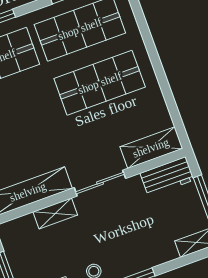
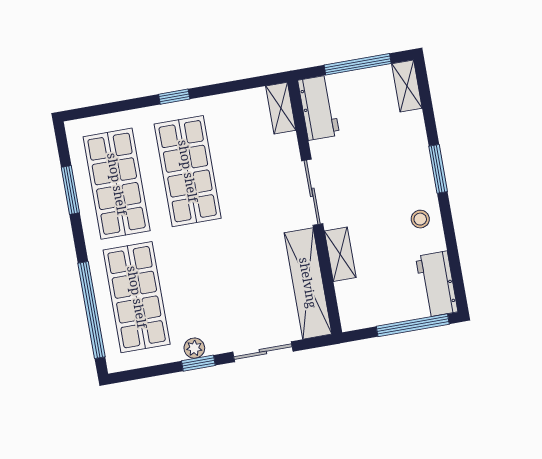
window: (156, 62) -> (174, 97), added
shelving: (151, 148) -> (281, 108), width x0.67, depth x0.75

